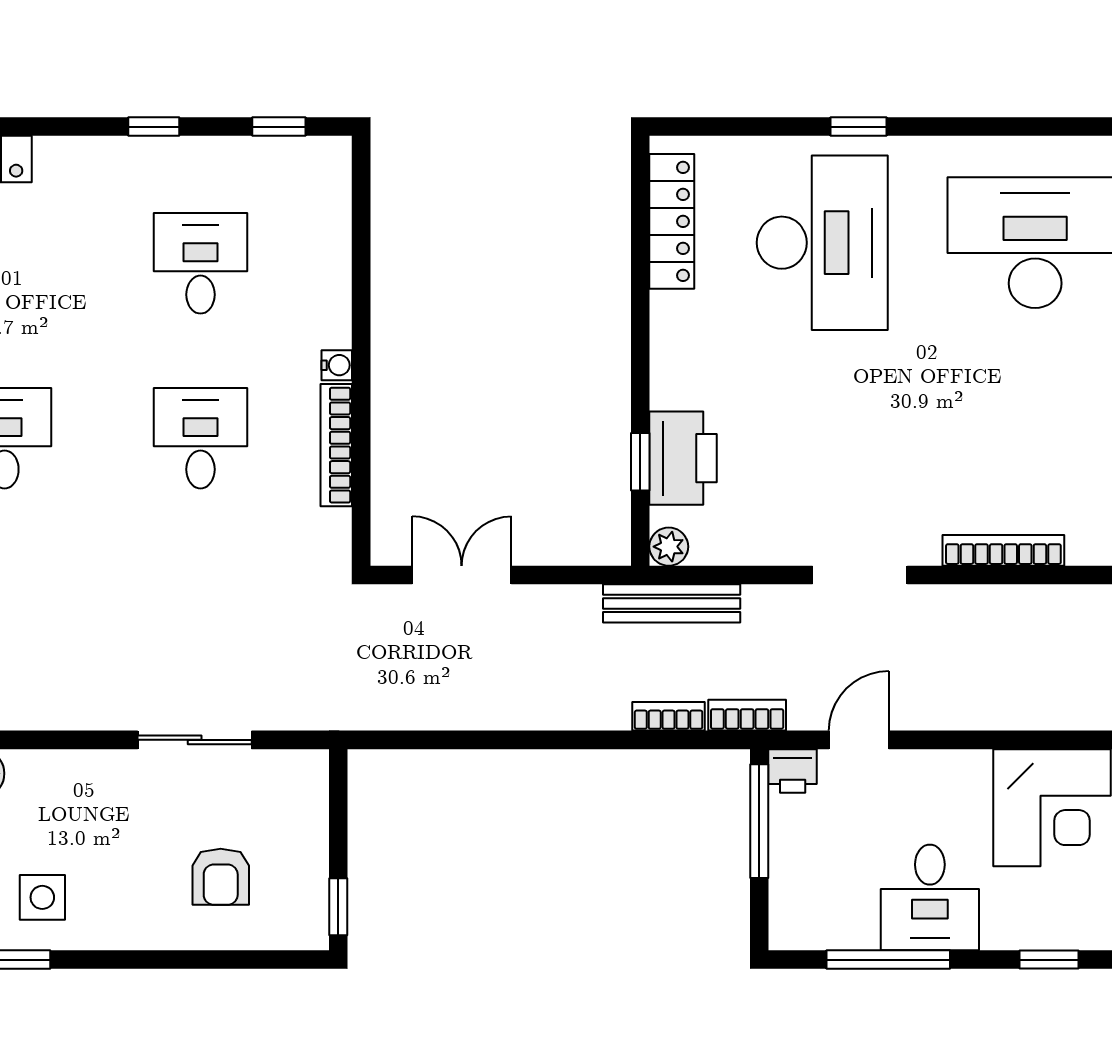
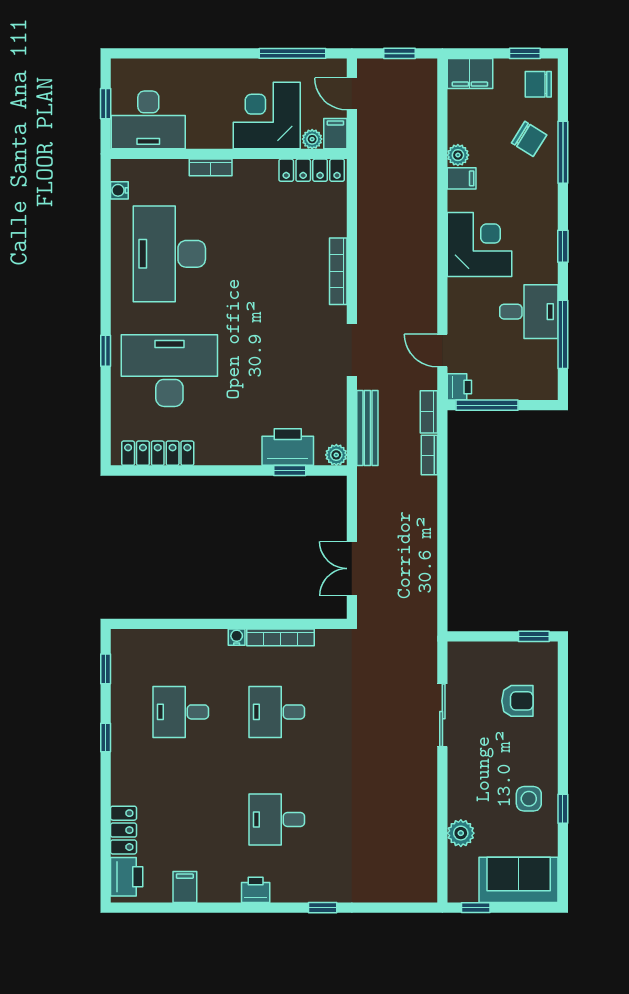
bench: (672, 603) -> (367, 428), moved

